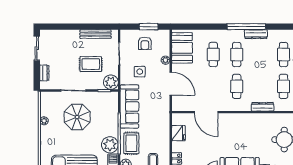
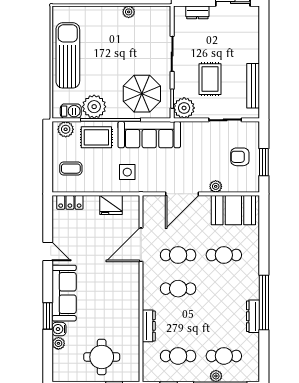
cafe table: (237, 54) -> (178, 255), moved
side table: (140, 72) -> (127, 172), moved
parasol: (77, 117) -> (142, 94), moved

